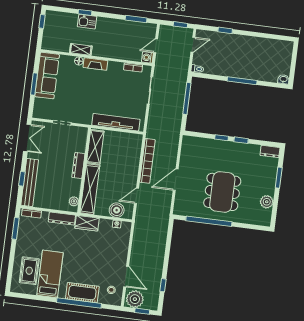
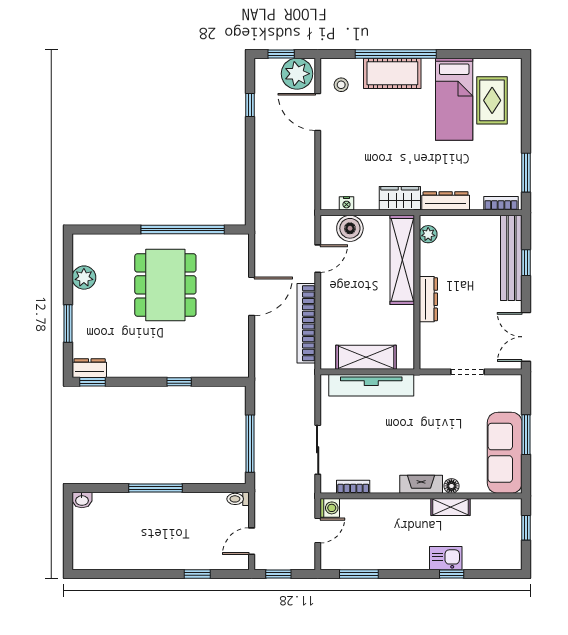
window: (42, 21) -> (526, 528), moved
window: (241, 140) -> (92, 382), moved
shelving: (95, 147) -> (366, 357), moved, turned 90

